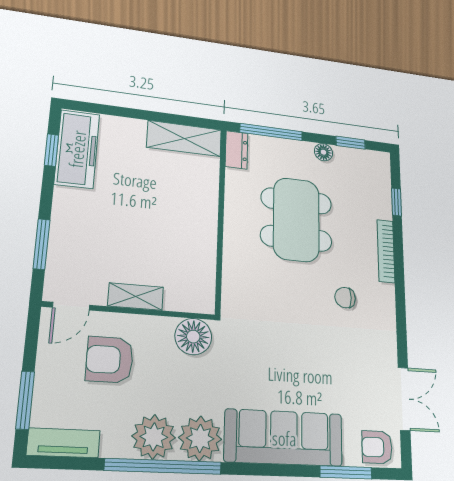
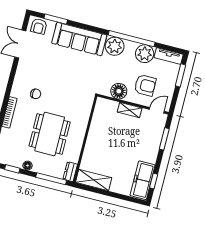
floor lamp: (193, 337) -> (119, 91), moved
plant: (154, 437) -> (145, 54), moved
armchair: (377, 447) -> (39, 26), turned 90

